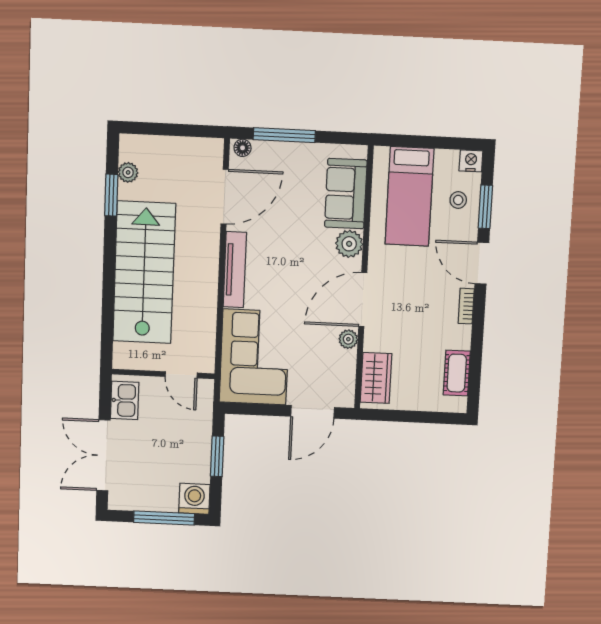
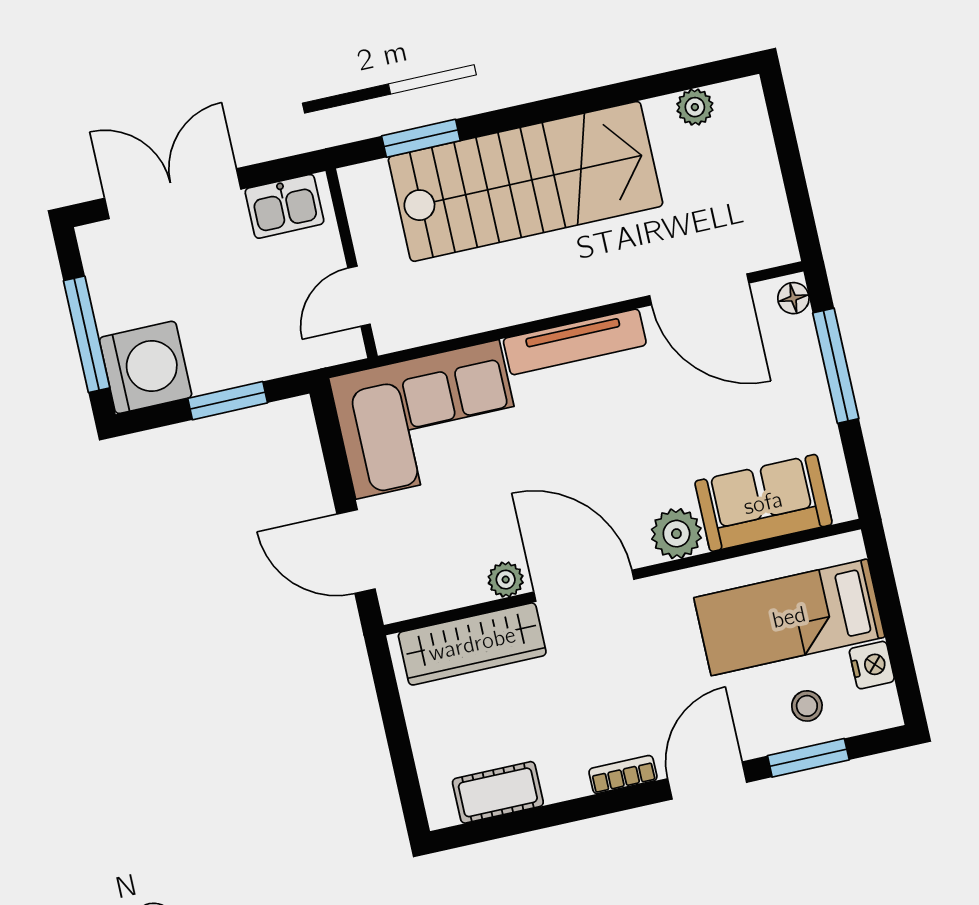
nightstand: (471, 161) -> (872, 665), moved
window: (111, 195) -> (421, 138), moved
wardrobe: (376, 378) -> (472, 644), width x1.50
washing machine: (194, 499) -> (146, 367), width x1.37, depth x1.37

